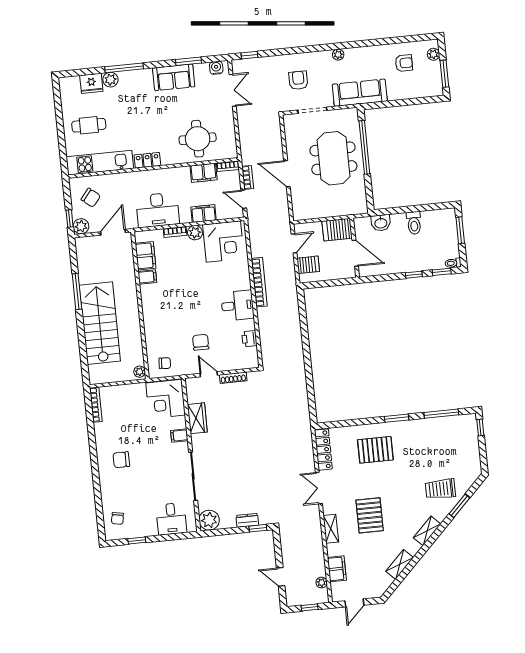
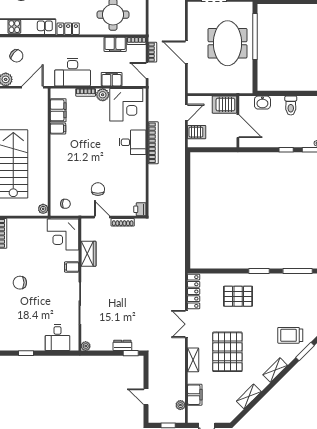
desk: (238, 305) -> (133, 142), moved
printer: (249, 339) -> (140, 209), moved
pallet: (370, 515) -> (227, 352), width x1.37, depth x1.41
chair: (118, 518) -> (12, 333), removed
plant: (209, 520) -> (86, 346), width x0.53, depth x0.53

